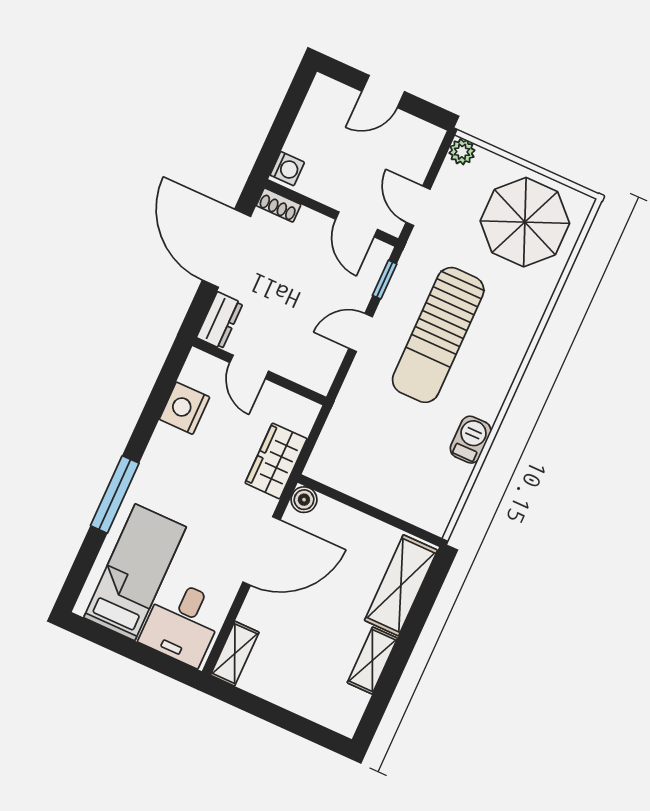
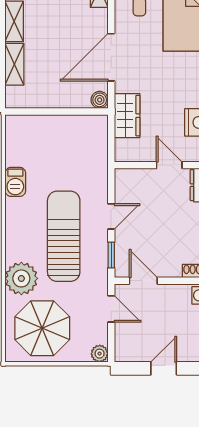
plant: (522, 303) -> (21, 278), added
shelving: (401, 585) -> (14, 64), width x0.67, depth x0.75

